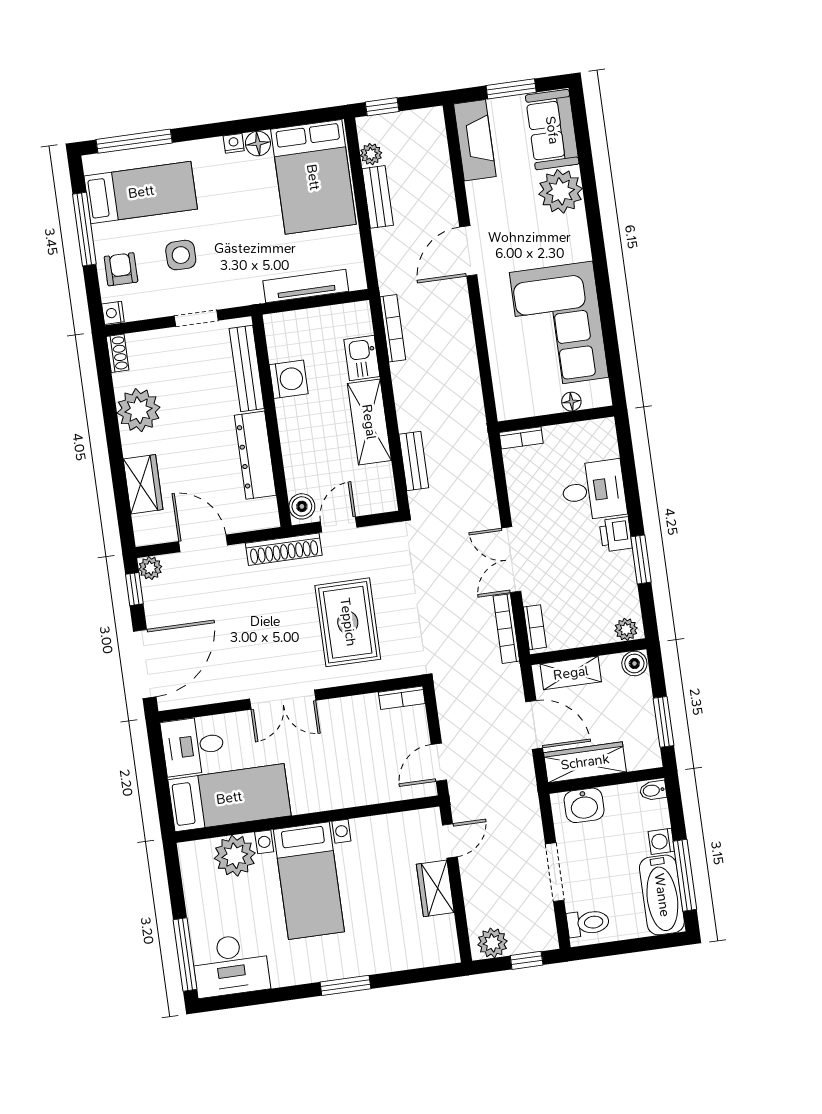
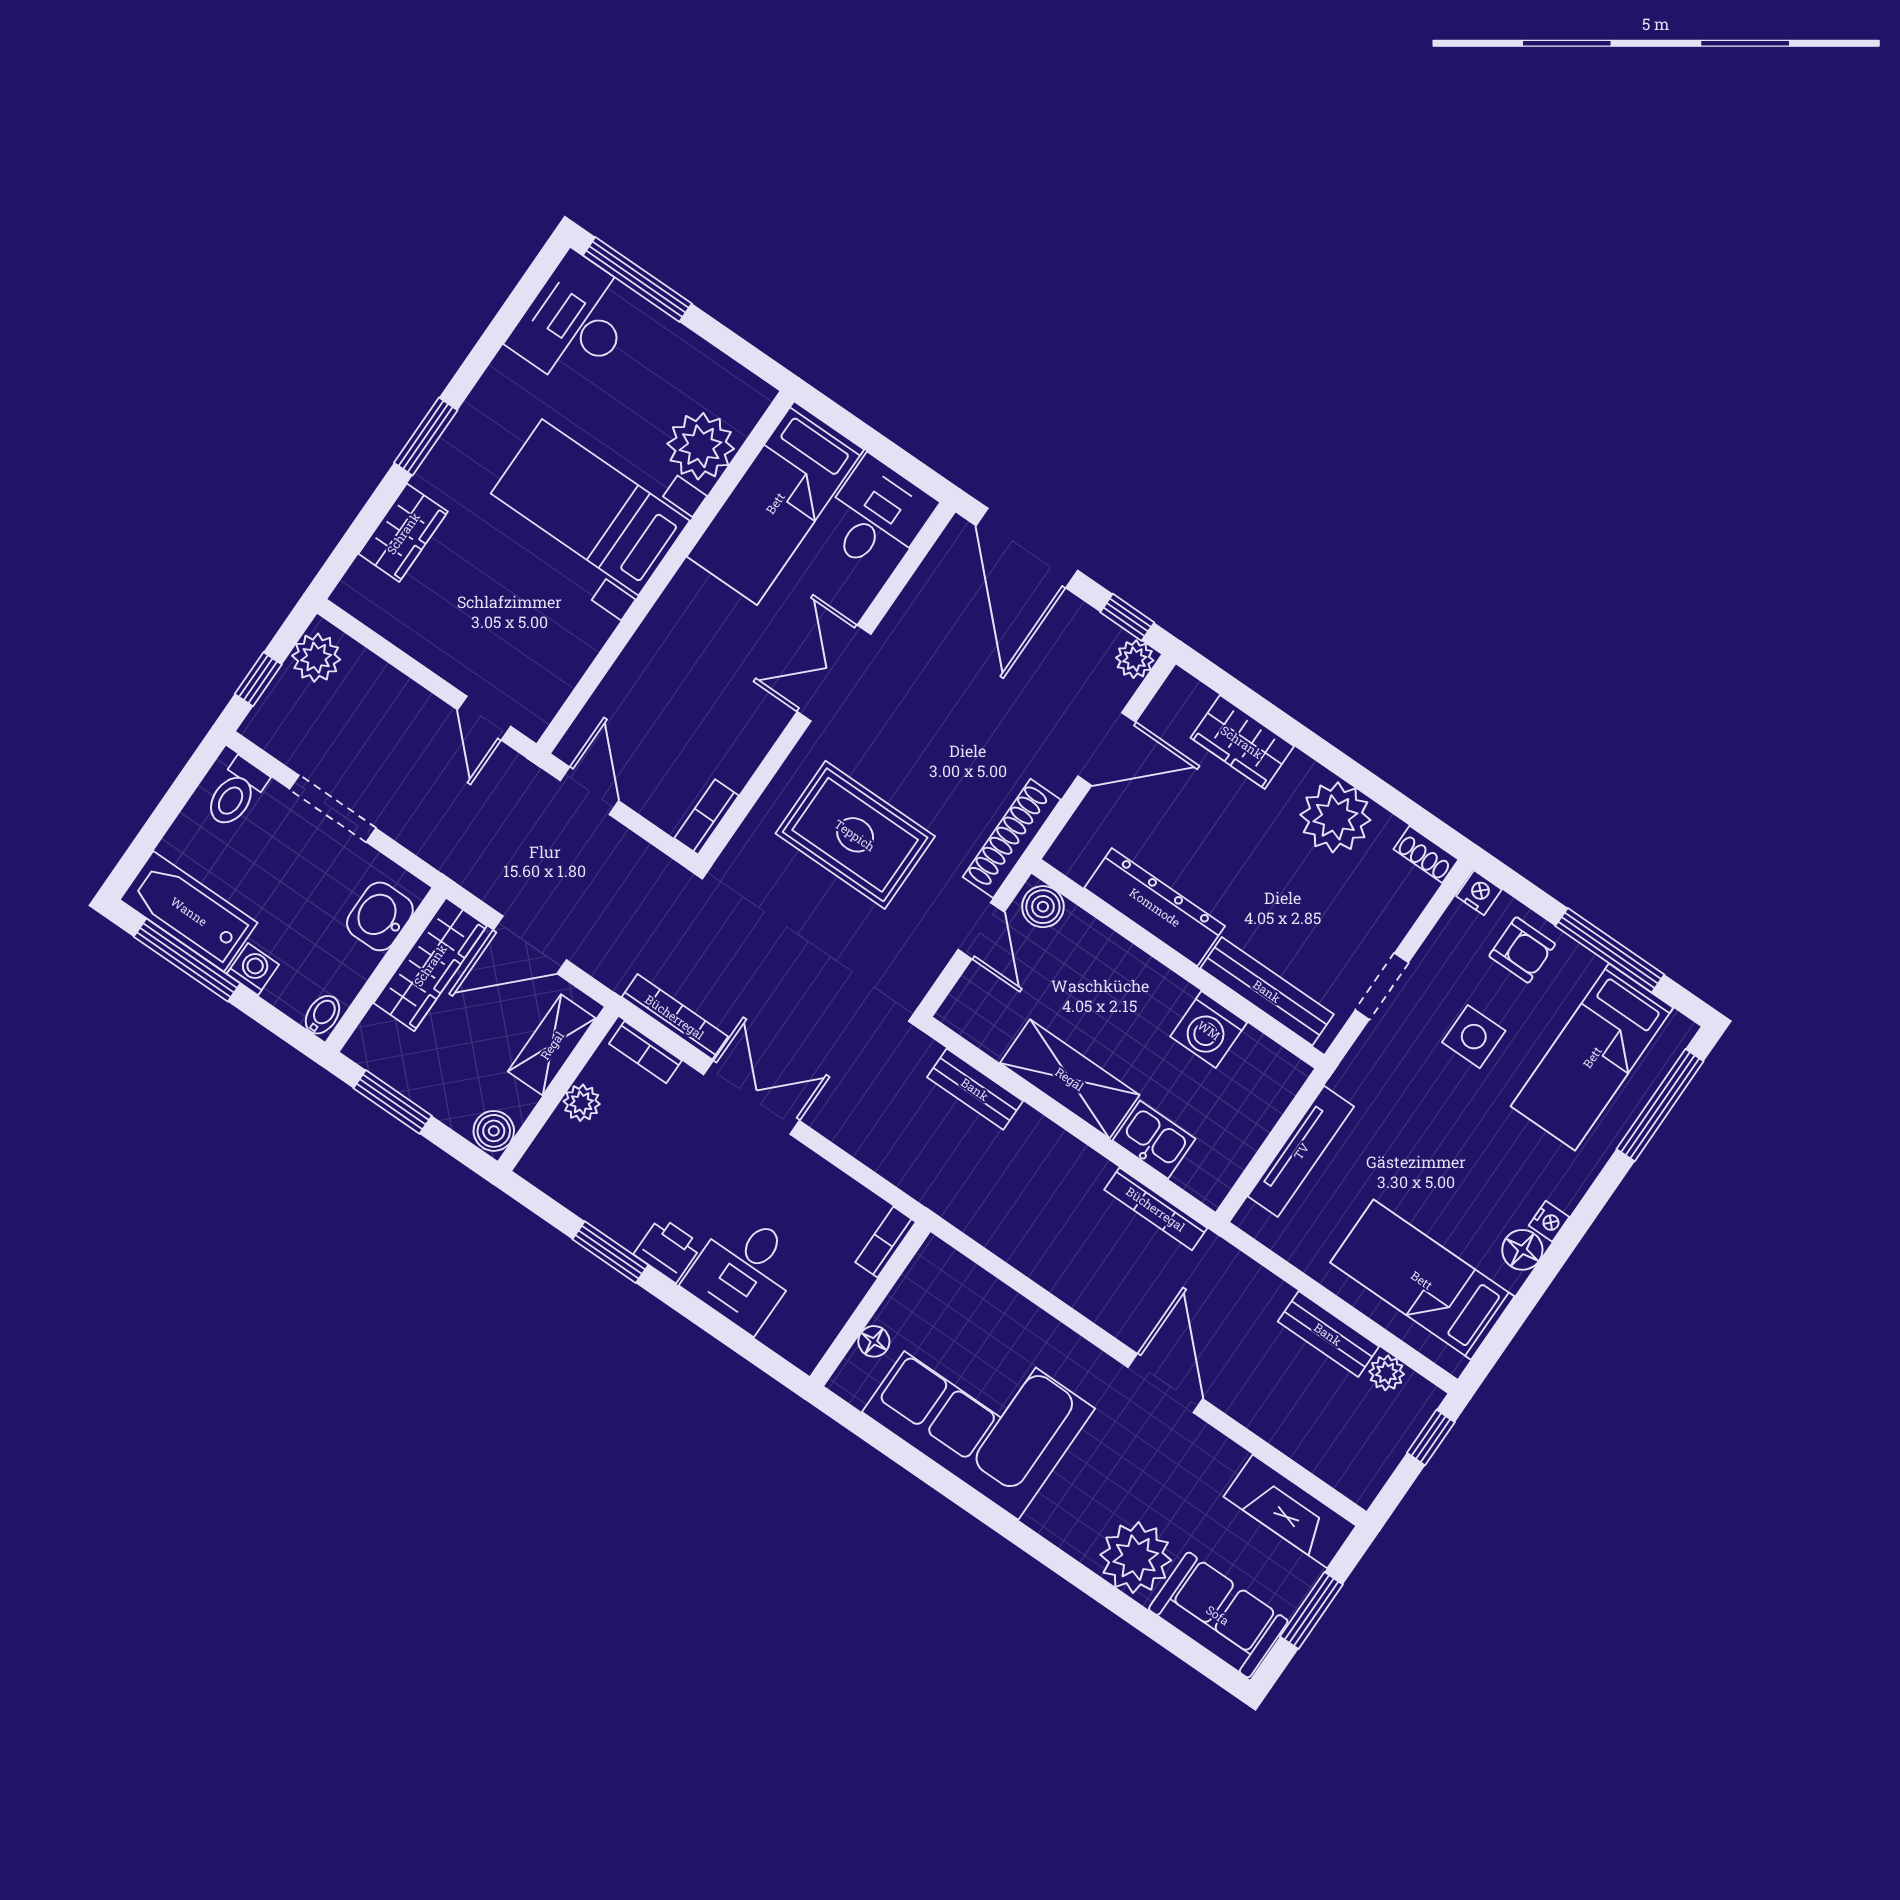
bed: (313, 177) -> (1422, 1280), width x0.67
plant: (626, 629) -> (582, 1103), moved
wardrobe: (435, 888) -> (403, 533), moved, turned 90

